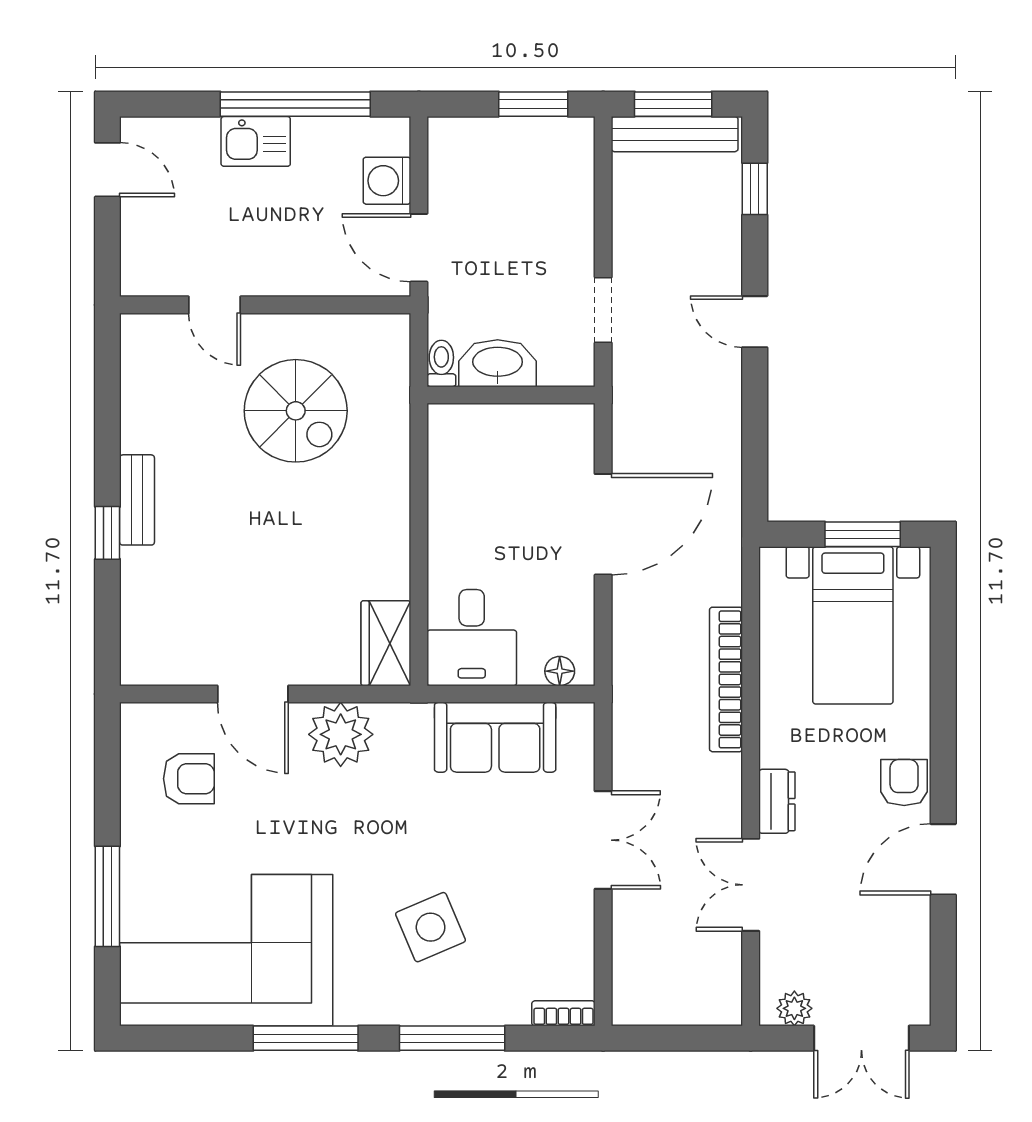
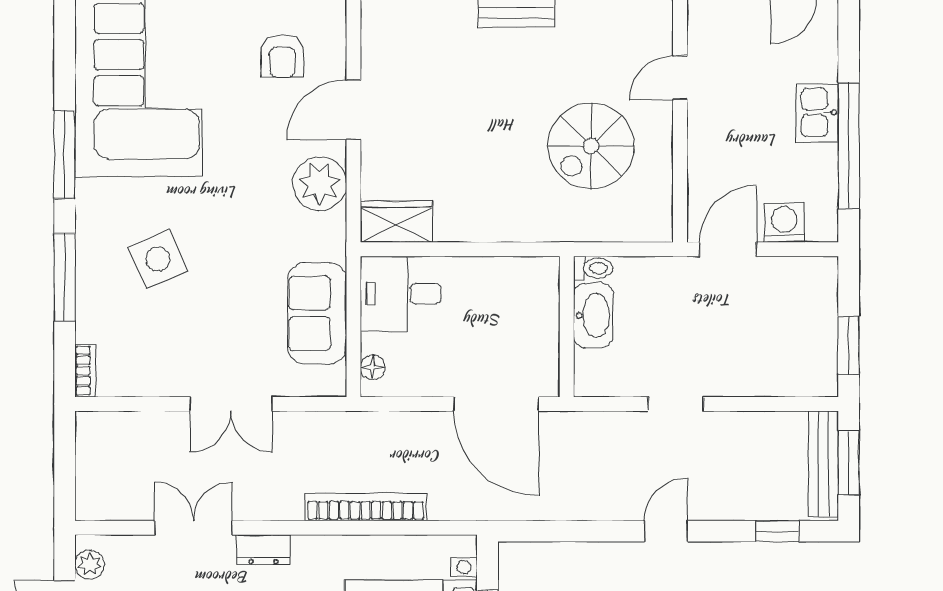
toilet: (441, 363) -> (593, 268), moved
washbasin: (498, 363) -> (593, 315), moved
wall: (511, 395) -> (567, 327), moved

